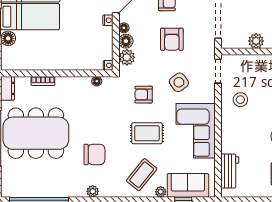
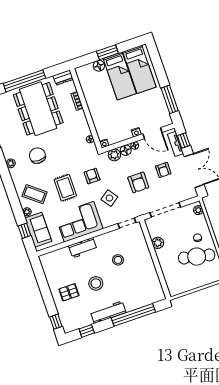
armchair: (172, 39) -> (138, 182), turned -90
stool: (240, 100) -> (118, 260), moved
chair: (94, 154) -> (37, 156), turned 180
workbench: (230, 171) -> (83, 248), moved

